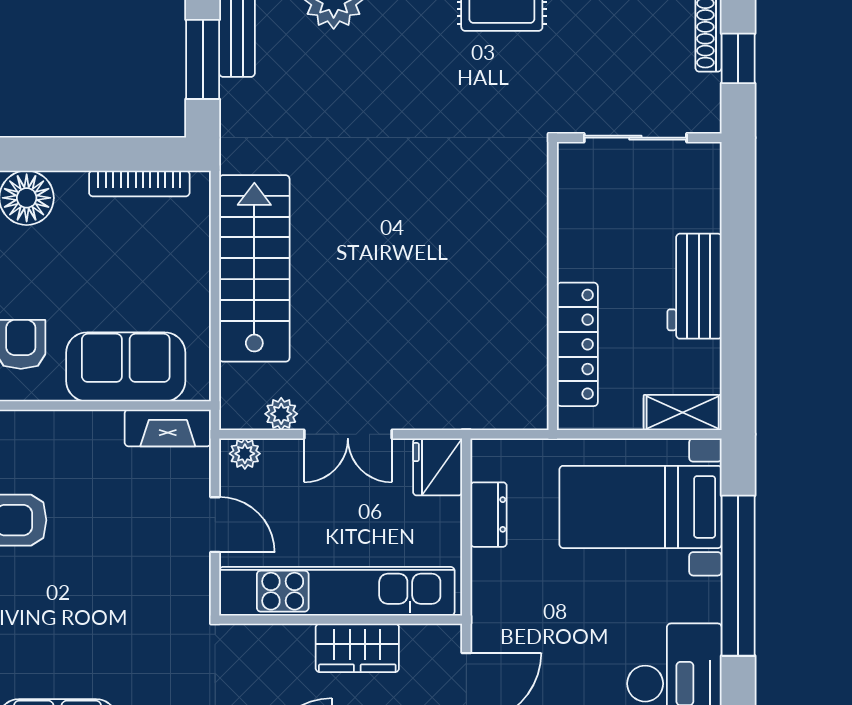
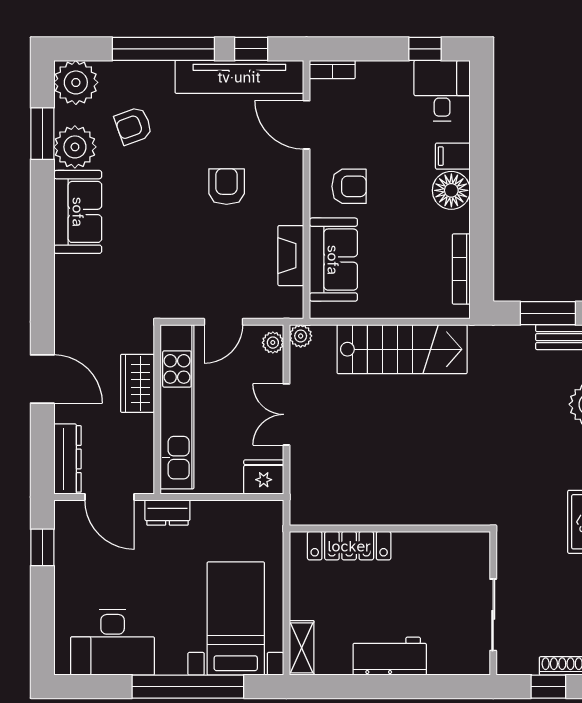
wall: (553, 286) -> (390, 529), moved
locker: (577, 344) -> (349, 546), moved
plant: (281, 414) -> (301, 336), moved
fireplace: (168, 428) -> (291, 256), moved
dresser: (489, 515) -> (167, 513), moved
wardrobe: (357, 648) -> (137, 383), moved

